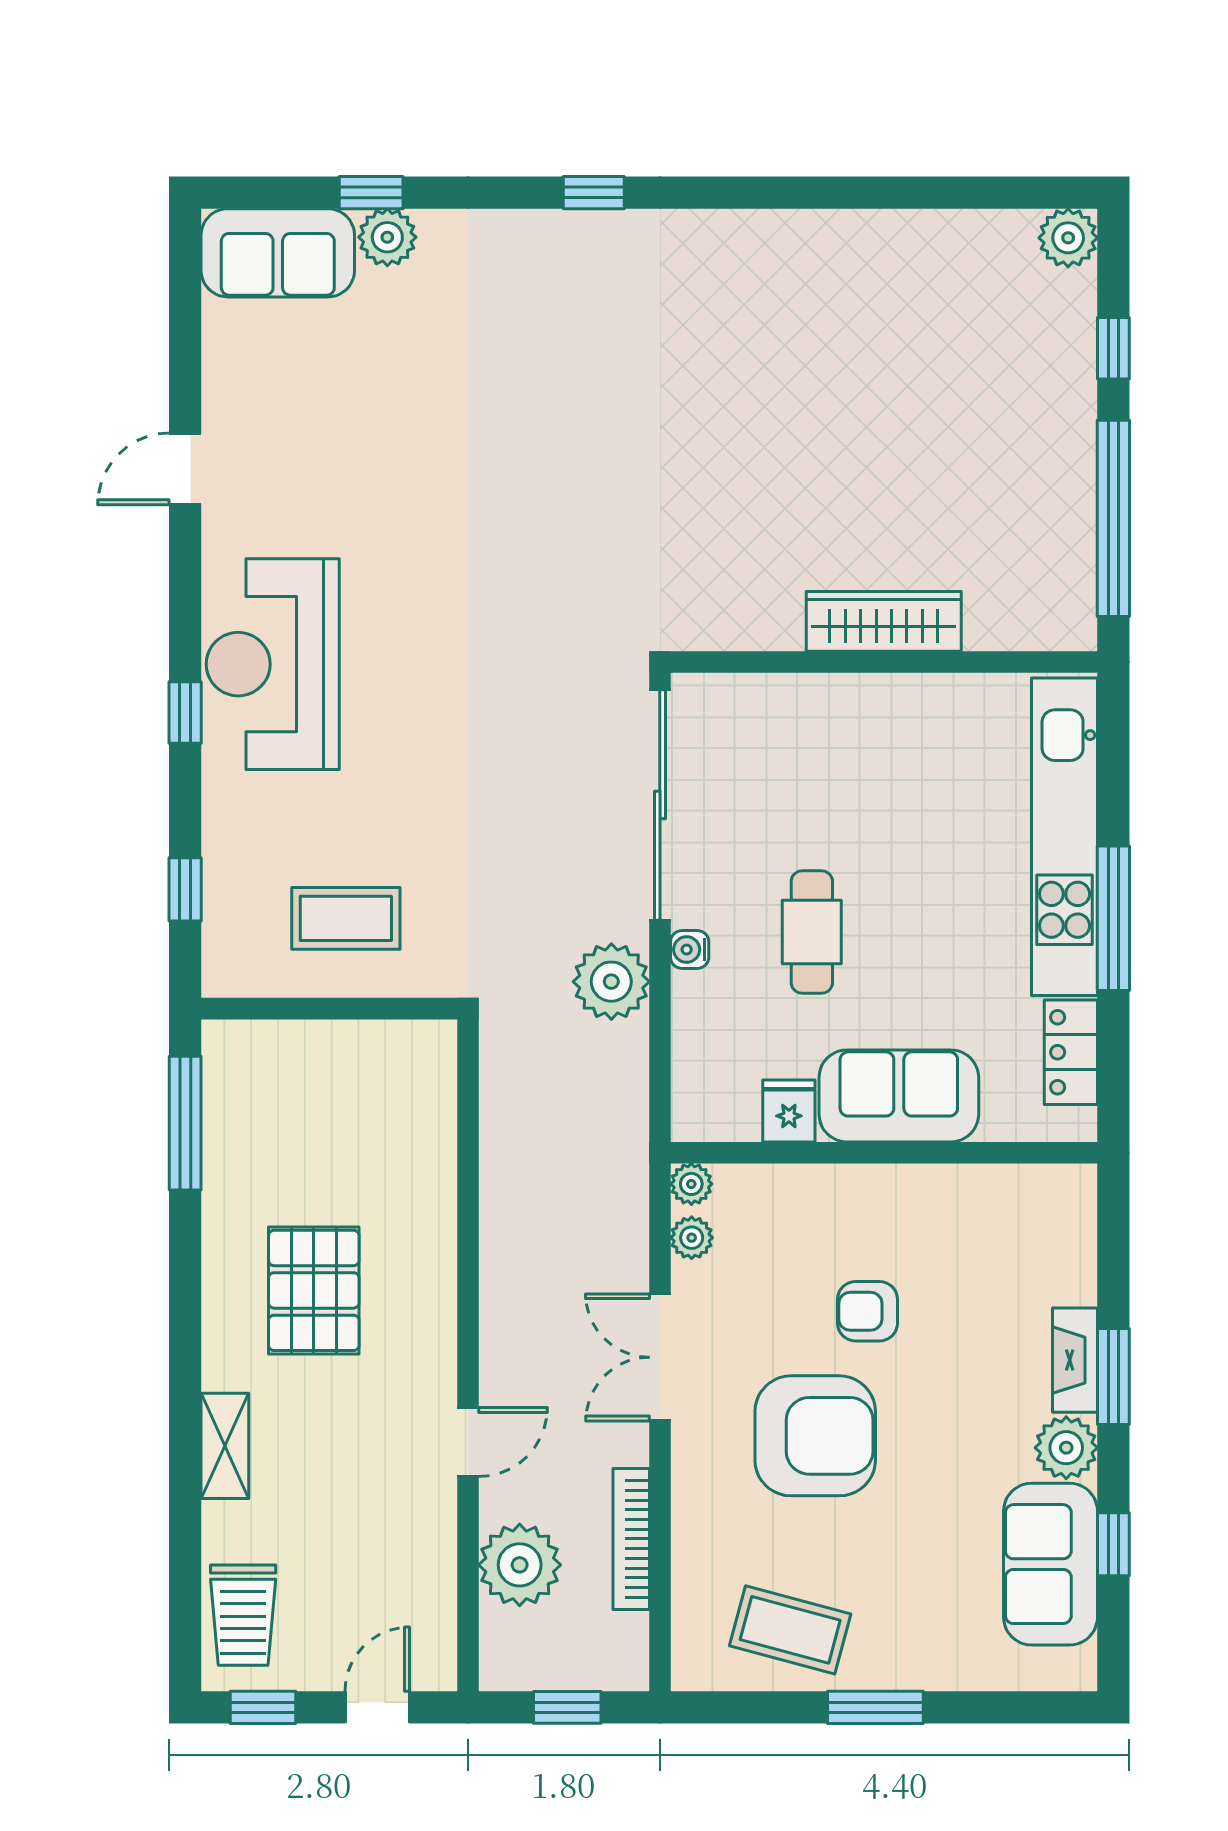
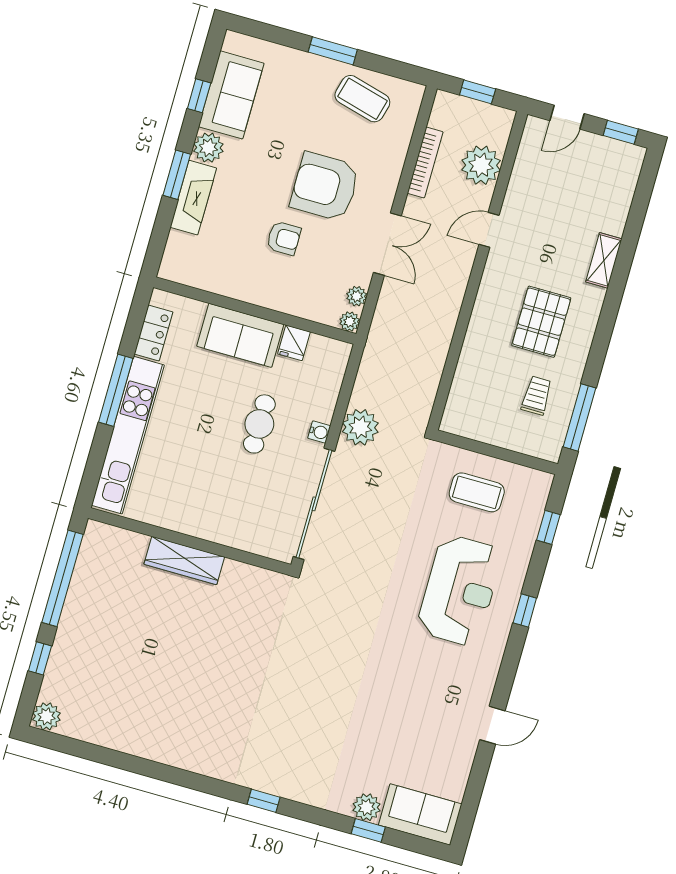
reception desk: (273, 664) -> (460, 590), moved
fireplace: (1075, 1360) -> (193, 198), width x1.37, depth x1.32
trolley: (243, 1615) -> (537, 396), moved, width x0.73, depth x0.72

